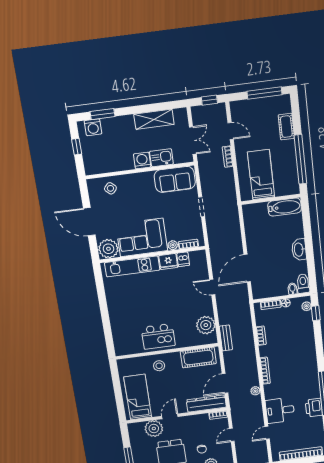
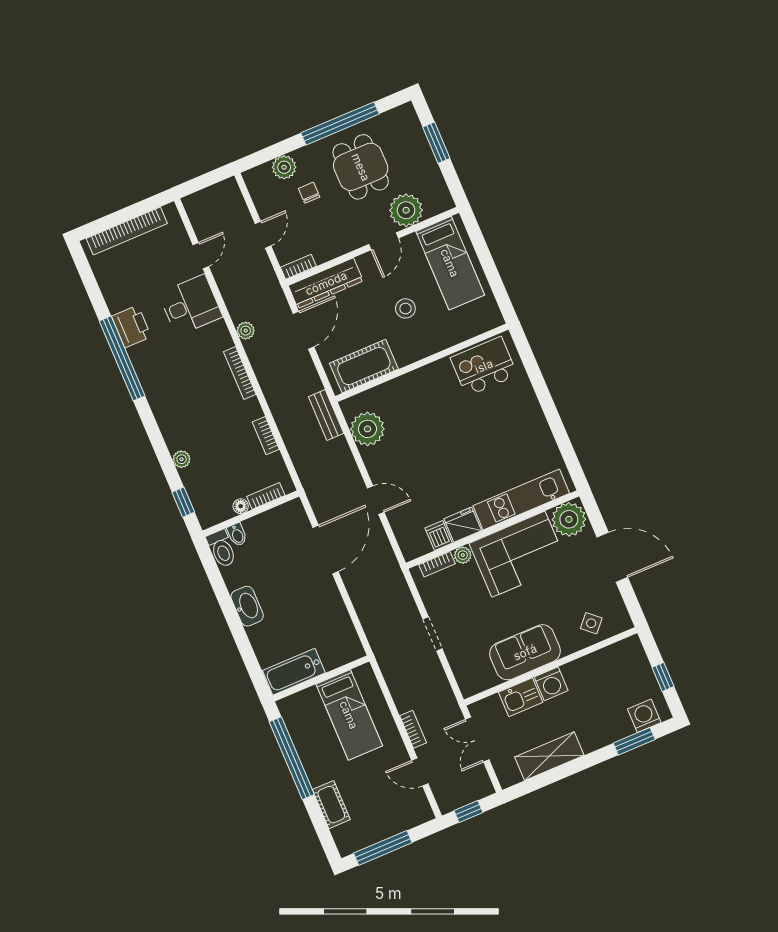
sofa: (175, 179) -> (525, 652), moved
plant: (307, 306) -> (182, 459), moved
kitchen island: (158, 336) -> (484, 366), moved
stool: (159, 366) -> (405, 308), moved

